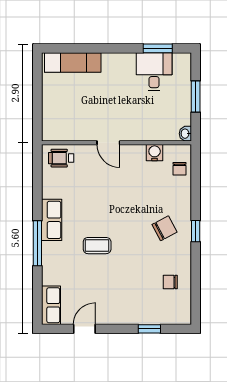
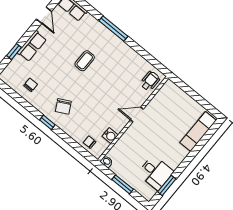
row of seats: (52, 220) -> (32, 46), moved, turned -90

